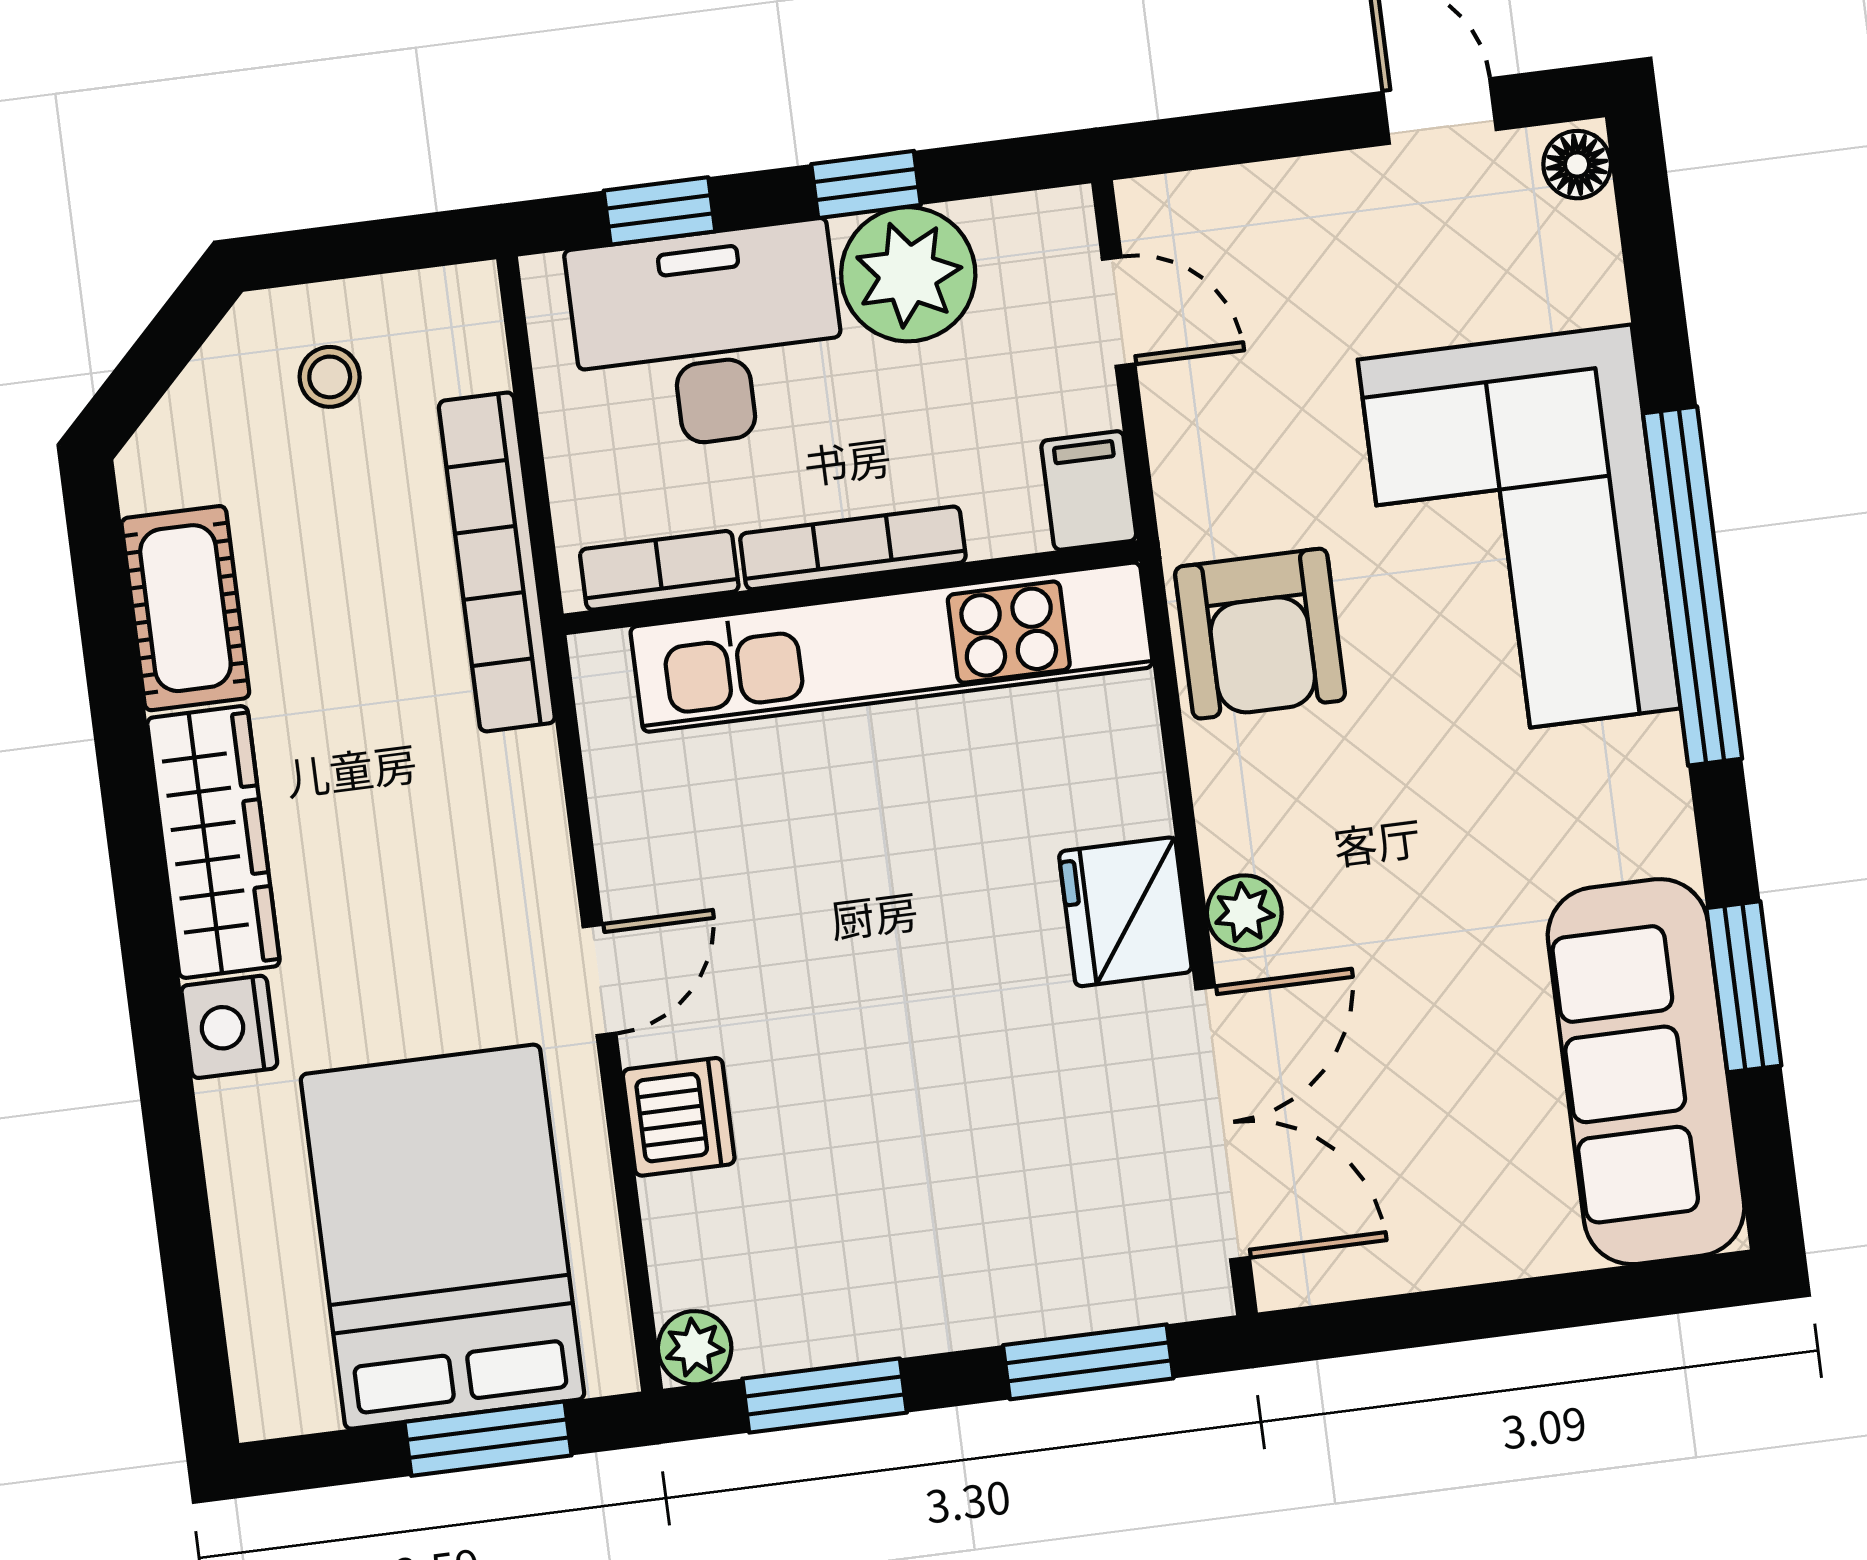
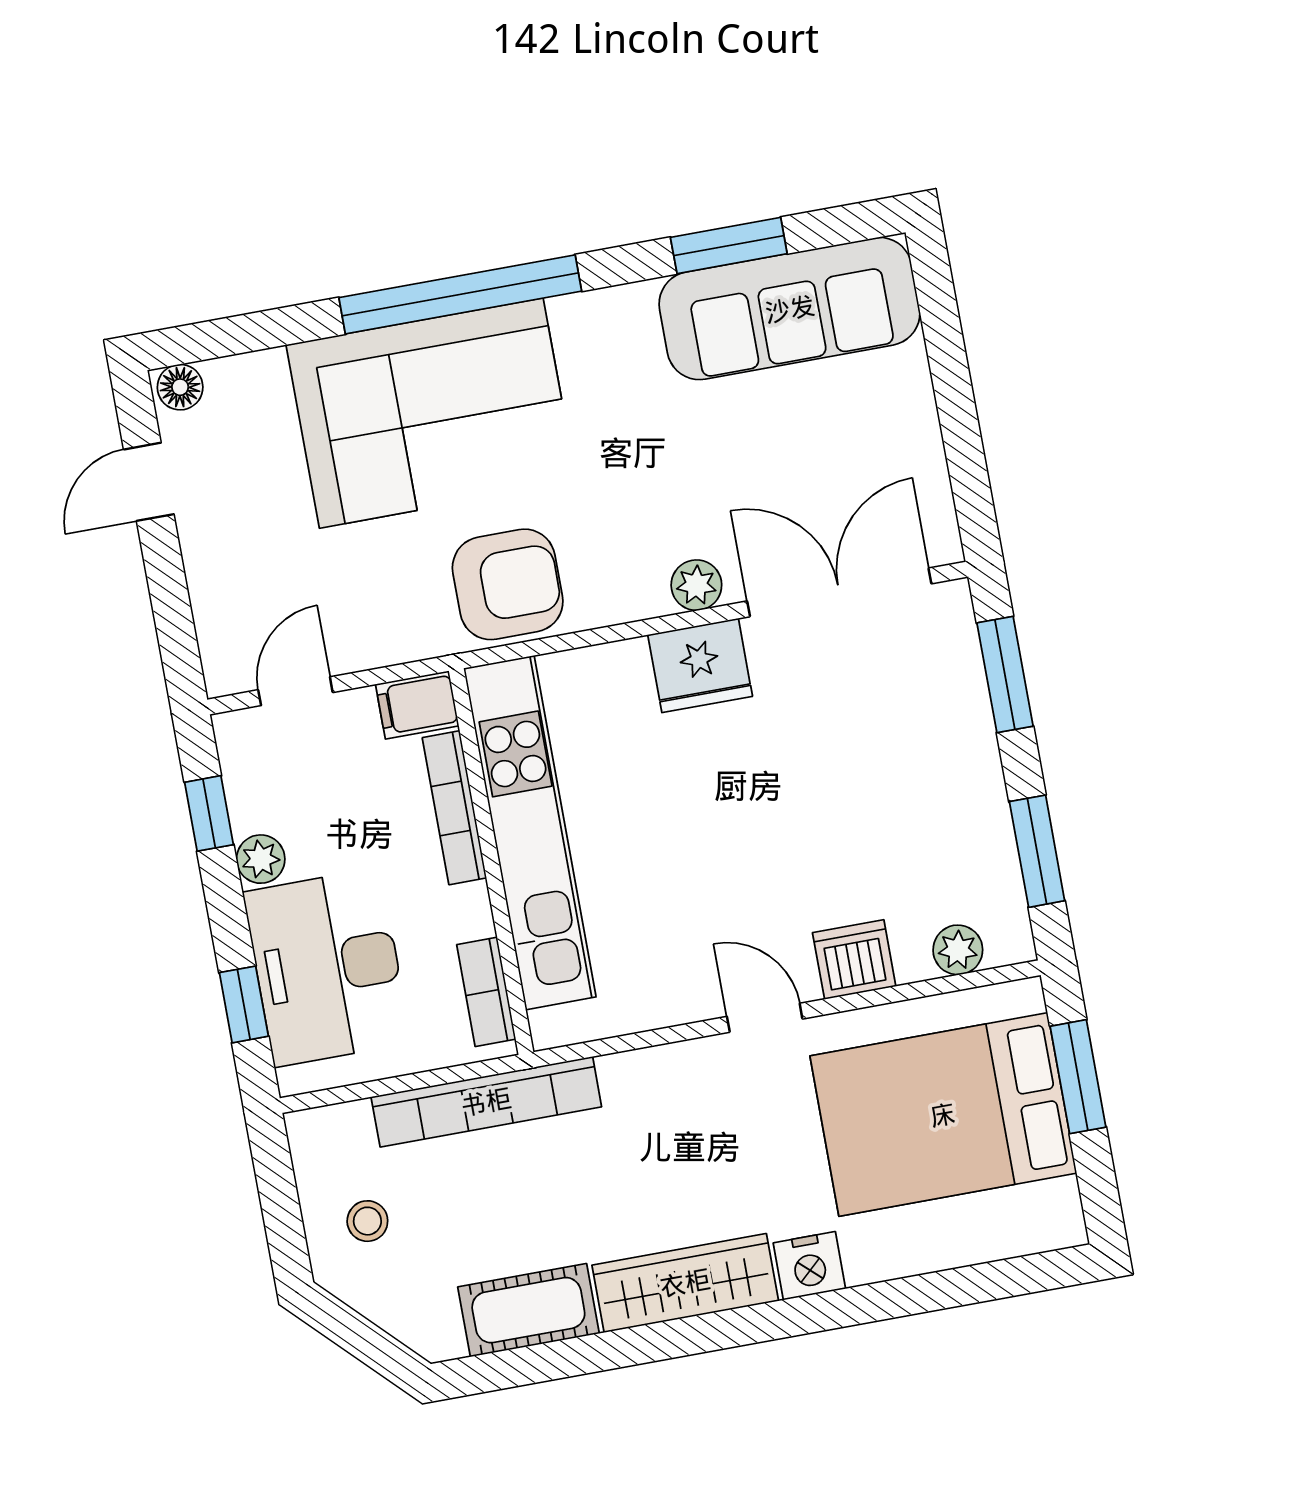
window: (866, 184) -> (209, 813), moved
plant: (908, 274) -> (261, 859), width x0.53, depth x0.53
bookcase: (853, 548) -> (454, 808), moved
plant: (695, 1348) -> (958, 950), moved

